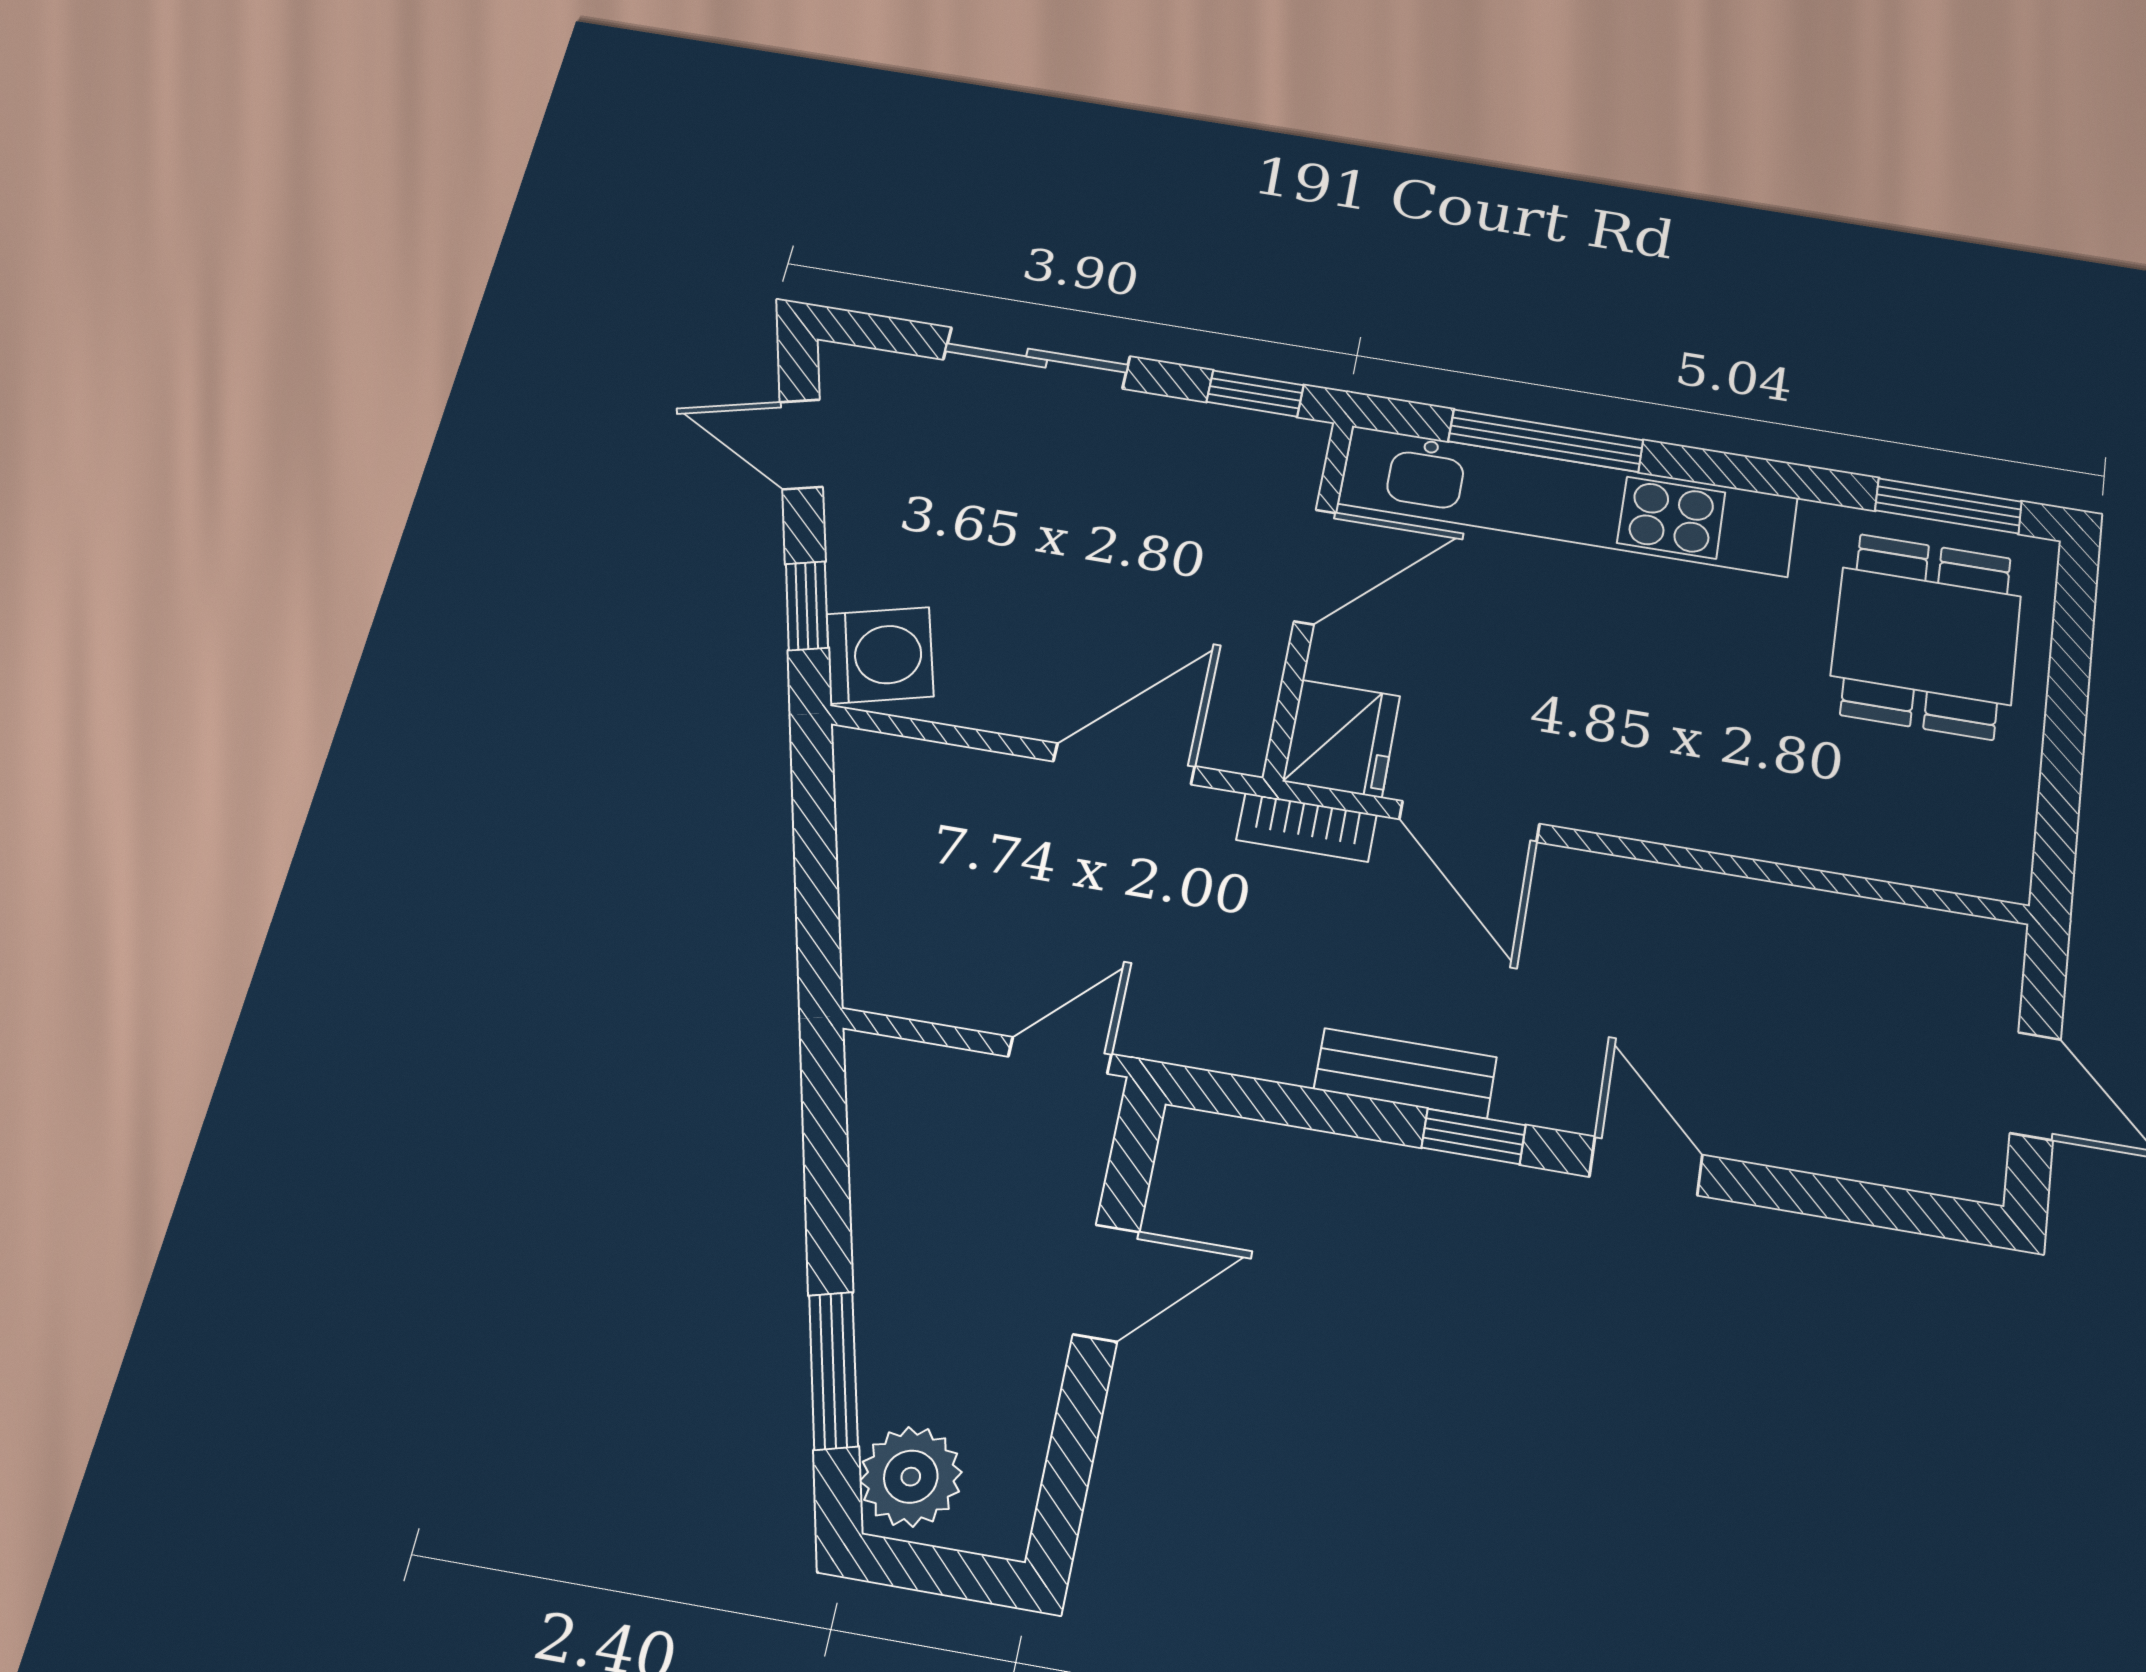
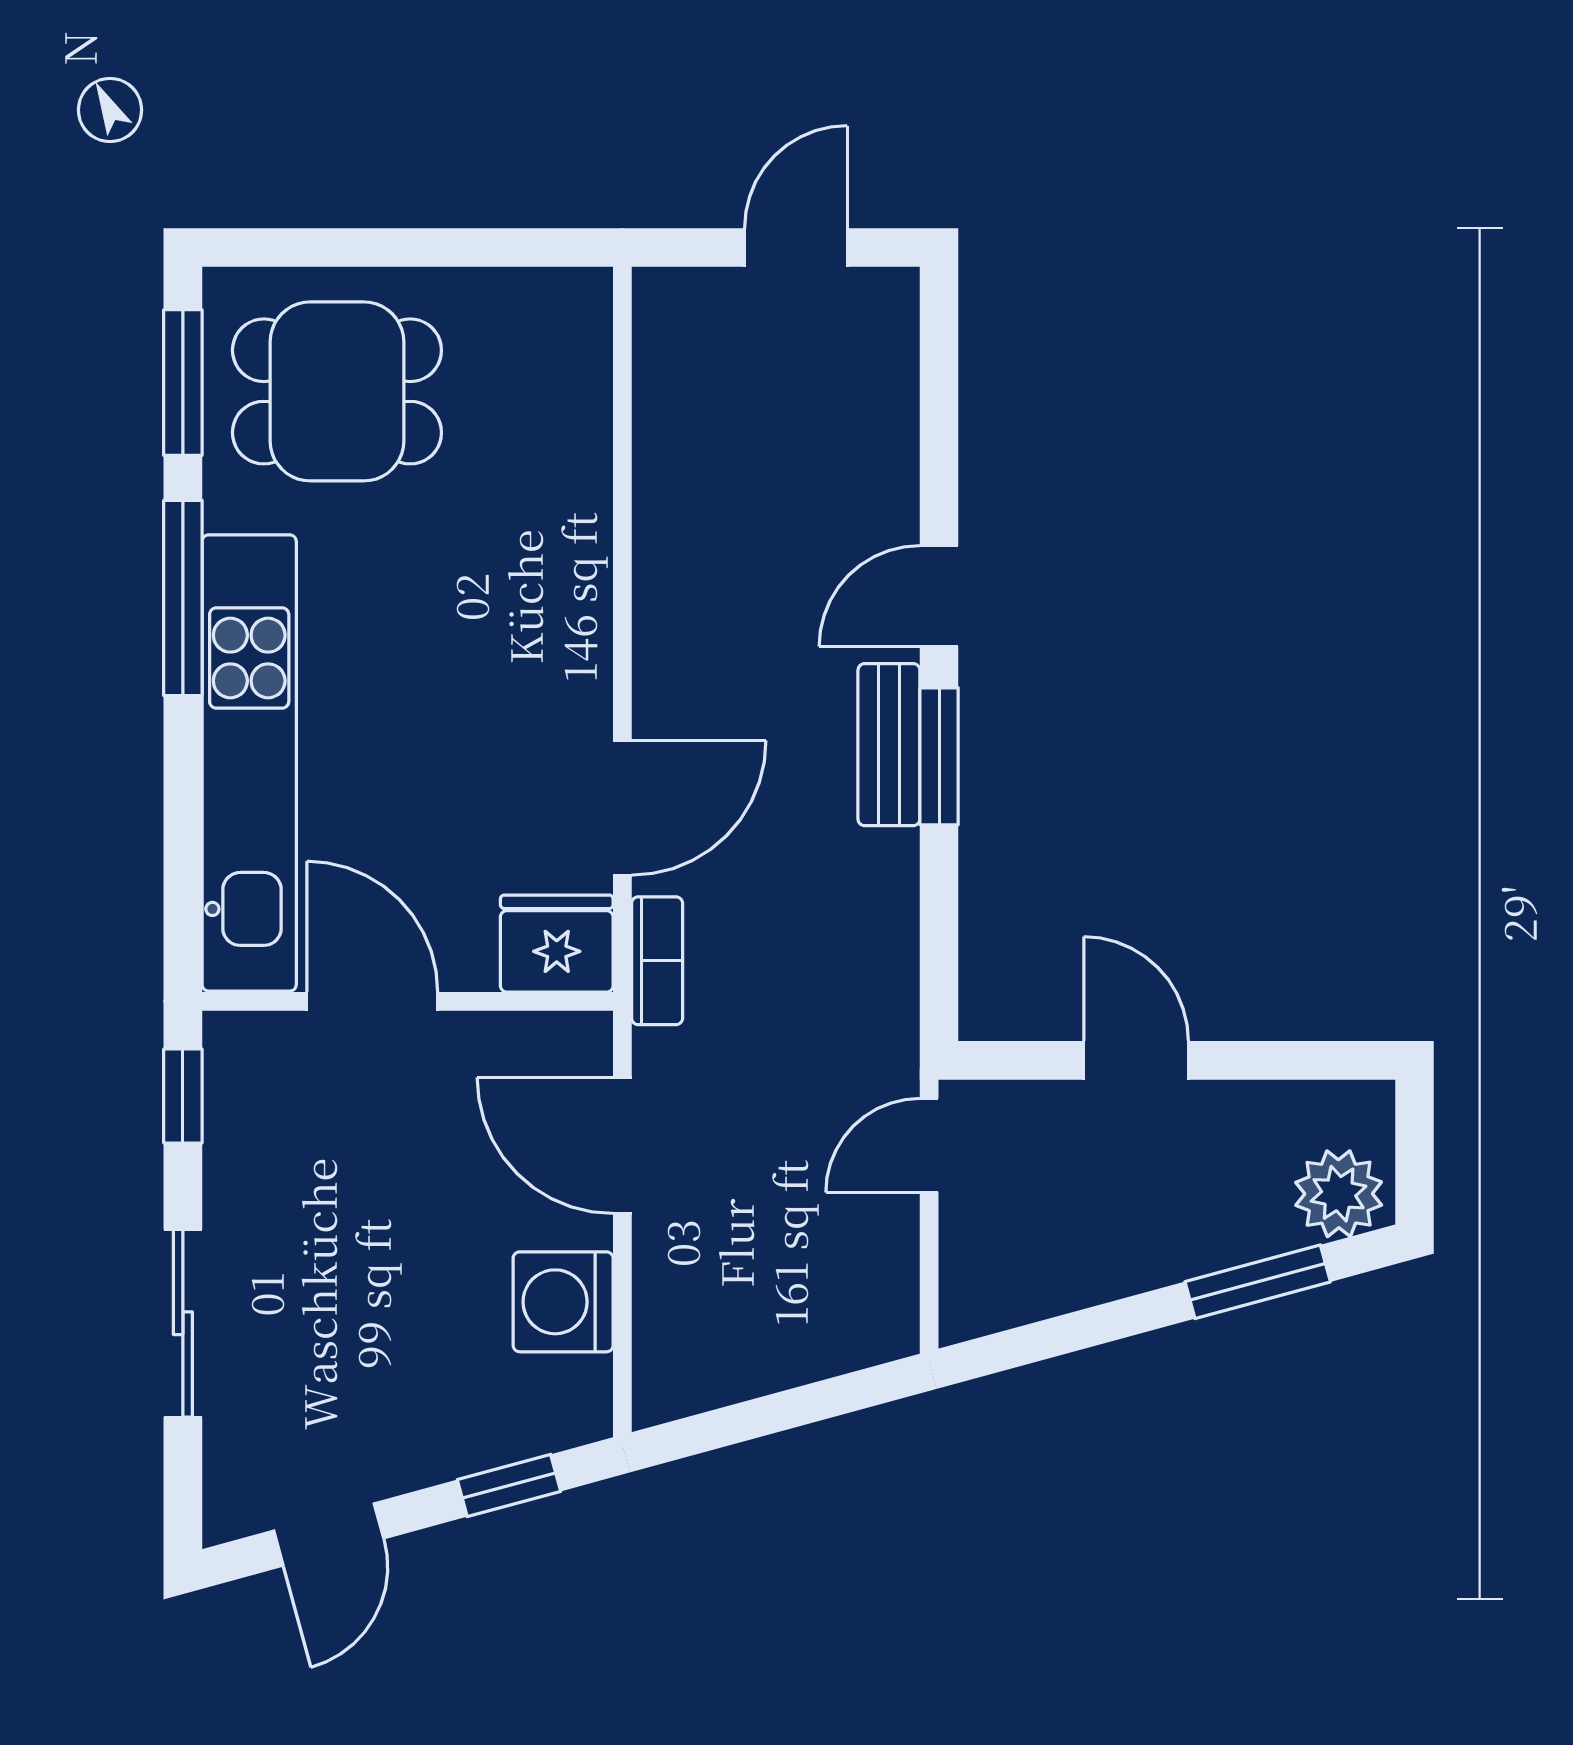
window: (1546, 441) -> (183, 598), moved
washing machine: (880, 655) -> (563, 1302), moved, turned -75
door: (1060, 1055) -> (929, 1145), hinge flipped
bench: (1406, 1073) -> (889, 745), moved
window: (1473, 1136) -> (939, 756), width x1.50

